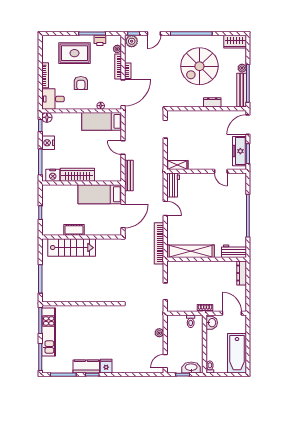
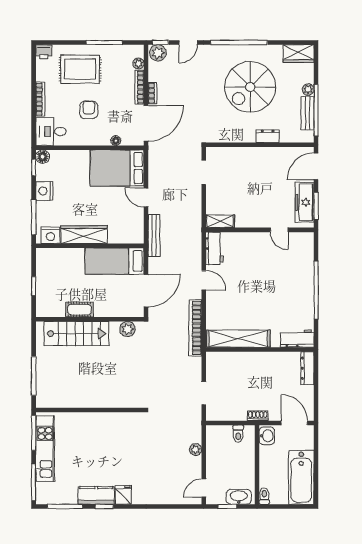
printer: (100, 40) -> (44, 52), moved
armchair: (81, 83) -> (89, 110), turned 180
bench: (242, 90) -> (307, 113), width x0.73
bed: (102, 121) -> (117, 168), width x1.50
plant: (109, 244) -> (127, 329), added

